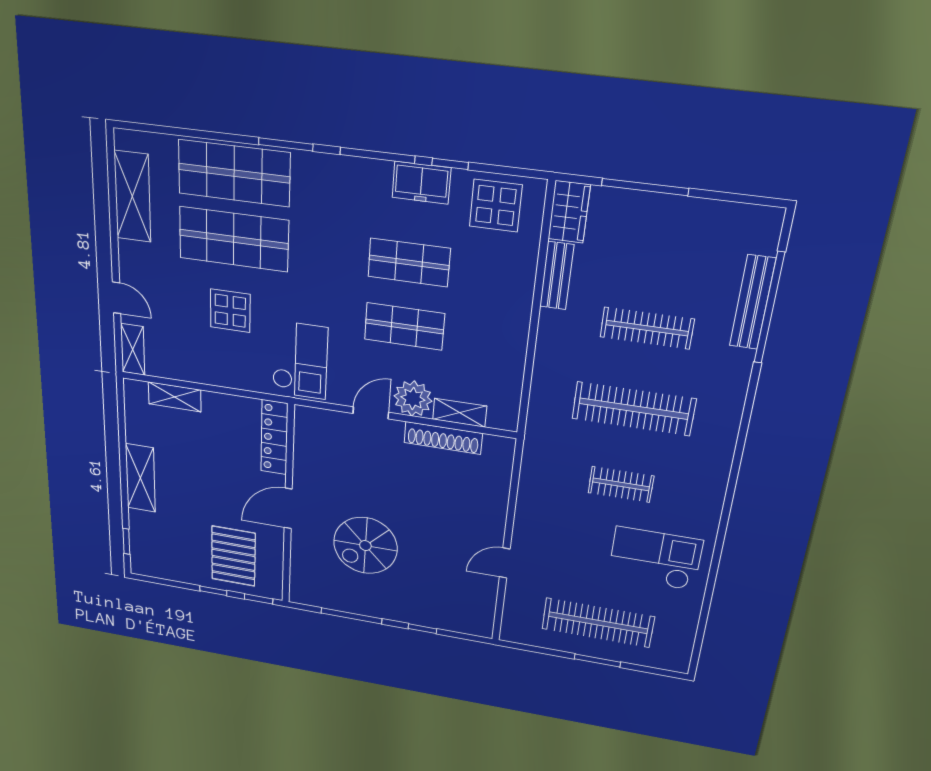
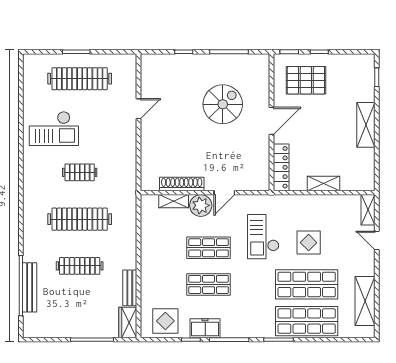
checkout: (300, 360) -> (263, 237), moved
shelving: (175, 397) -> (324, 183), moved
pallet: (233, 556) -> (306, 80), turned 90

